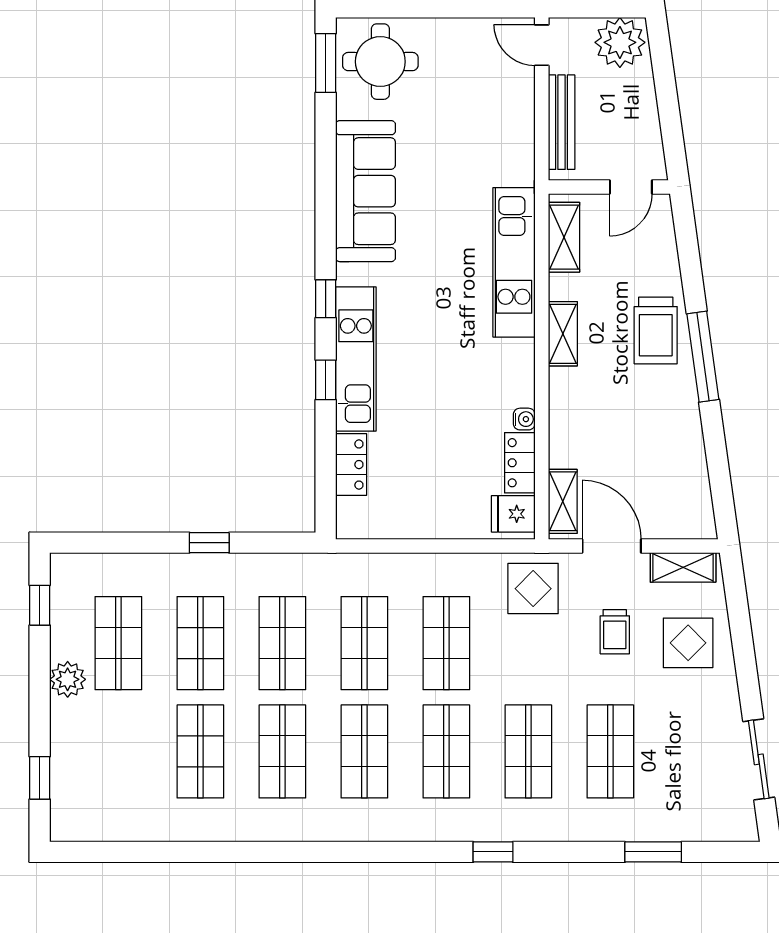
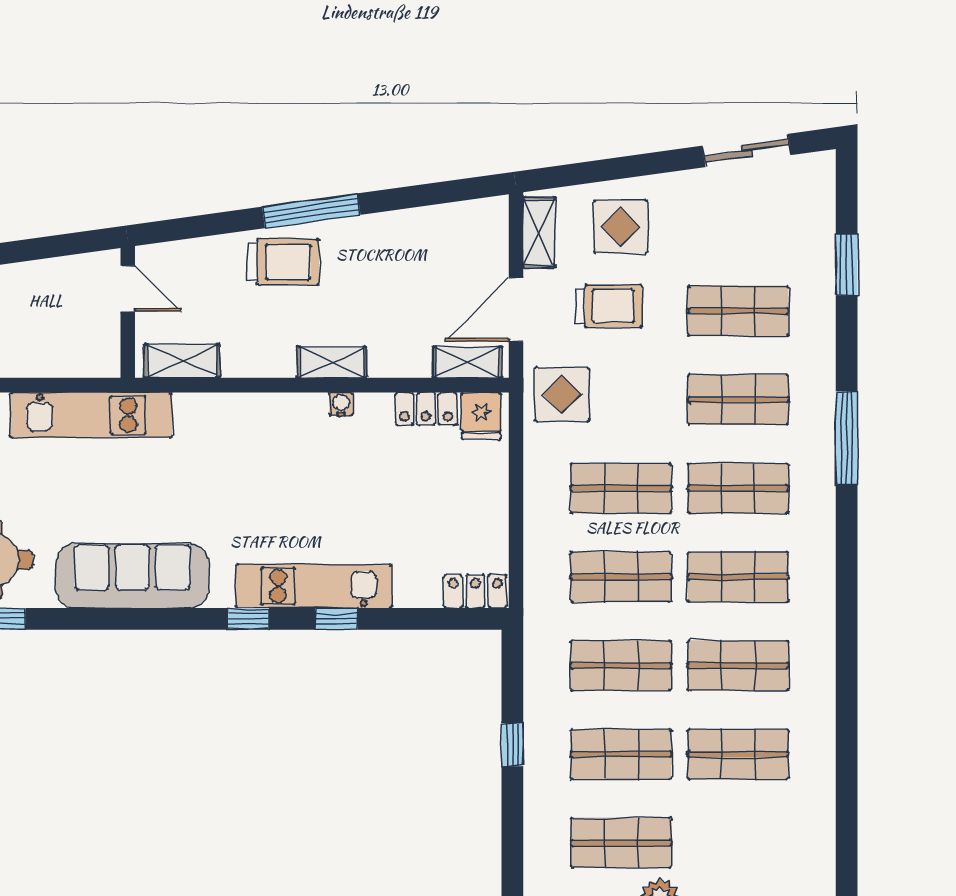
bench: (562, 122) -> (58, 364), removed
kitchen unit: (514, 262) -> (91, 415), moved
shelving: (563, 334) -> (332, 362), moved
water cooler: (524, 419) -> (341, 404), moved
locker: (351, 465) -> (475, 591), moved
trolley: (615, 632) -> (609, 306), width x1.36, depth x1.39
window: (493, 852) -> (847, 438), width x2.17

